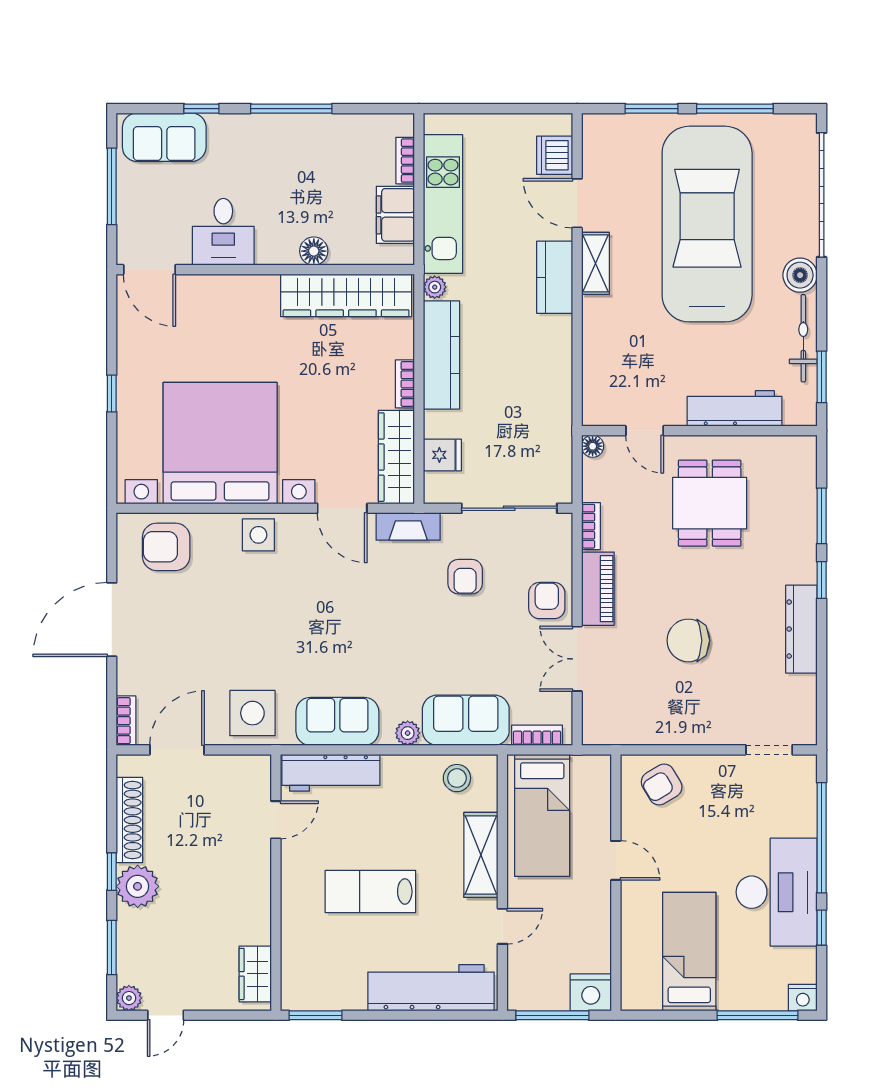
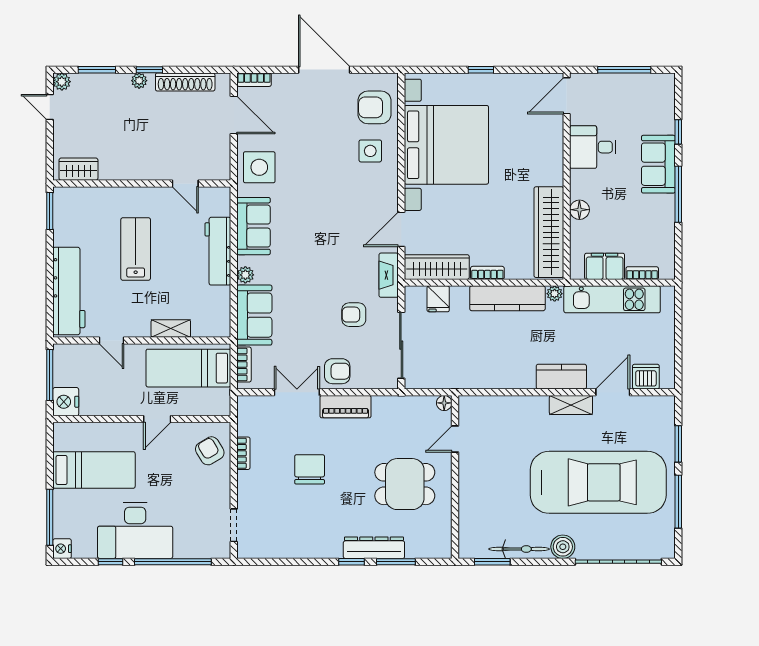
sofa: (164, 137) -> (658, 164), moved
workbench: (735, 408) -> (470, 501), removed
bookcase: (591, 526) -> (243, 453), moved, turned -90
side table: (258, 535) -> (370, 151), moved
armchair: (166, 547) -> (375, 107), turned -90
dresser: (801, 629) -> (374, 548), moved
workbench: (331, 773) -> (218, 251), moved
stool: (457, 778) -> (214, 309), removed
shelving: (481, 855) -> (171, 329), width x0.67, depth x0.75
plant: (138, 886) -> (139, 81), width x0.53, depth x0.53

